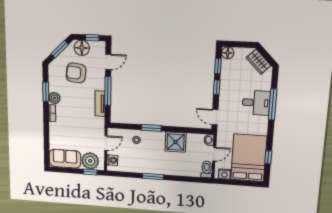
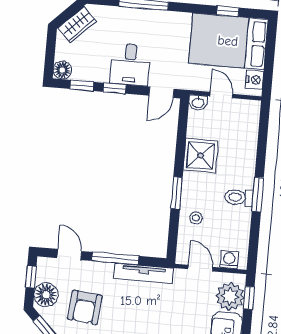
desk: (256, 103) -> (130, 65), moved, turned 180
tv unit: (100, 104) -> (144, 273), width x1.41
toilet: (207, 169) -> (239, 197), moved

